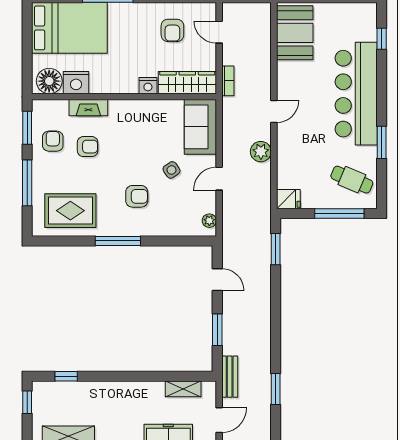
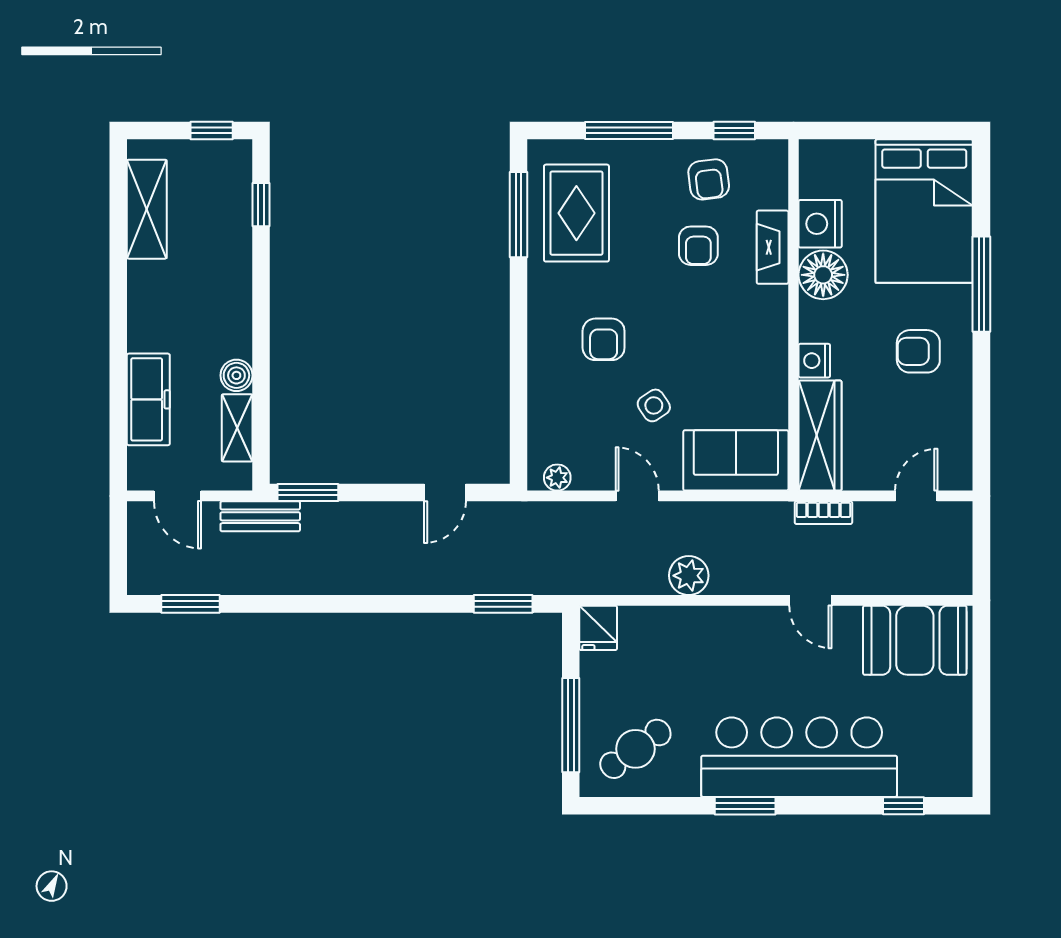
armchair: (172, 30) -> (918, 351), moved
floor lamp: (49, 81) -> (823, 275), moved
door: (274, 111) -> (810, 600), moved
window: (27, 128) -> (734, 131), width x0.67
armchair: (53, 141) -> (709, 179), turned 83
window: (382, 142) -> (745, 806), moved
cafe table: (352, 180) -> (635, 749), turned 31
window: (118, 241) -> (519, 215), moved
window: (217, 330) -> (308, 492), moved
boiler: (156, 389) -> (236, 375), added
window: (276, 389) -> (190, 604), moved

